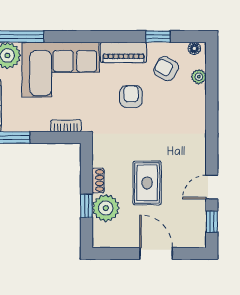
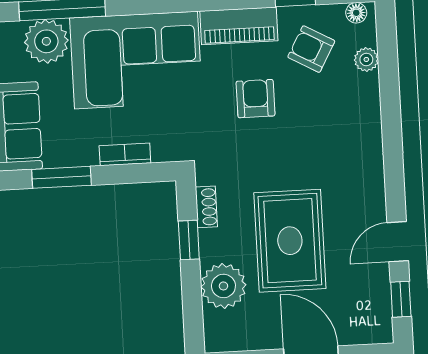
bookcase: (66, 126) -> (125, 154), moved
shoe rack: (98, 180) -> (206, 207), moved
rug: (147, 183) -> (290, 241), width x1.36, depth x1.43
window: (86, 206) -> (189, 240), moved

